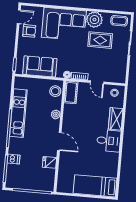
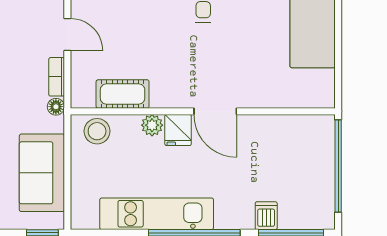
door: (97, 82) -> (67, 34), hinge flipped
cot: (71, 92) -> (123, 94), moved
door: (59, 141) -> (215, 111), swing flipped
fridge: (50, 162) -> (178, 130), moved

